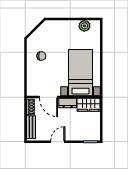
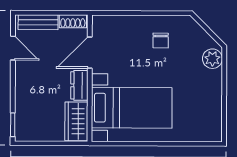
plant: (84, 26) -> (212, 59), moved
door: (58, 142) -> (13, 48), moved

